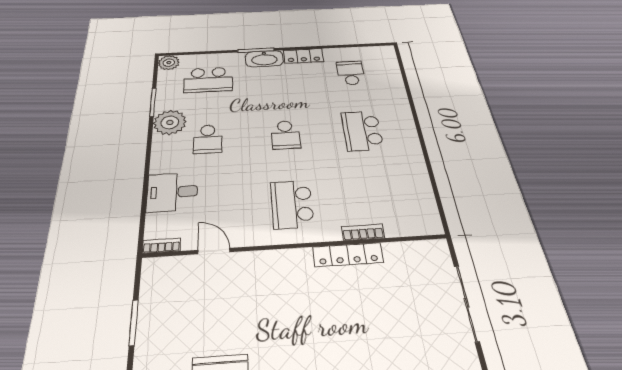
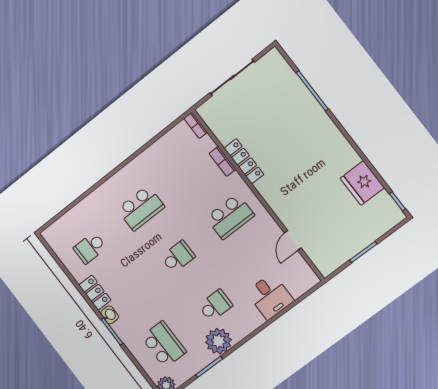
washbasin: (264, 59) -> (110, 315), width x0.52, depth x0.69
bookcase: (162, 246) -> (196, 125), moved

